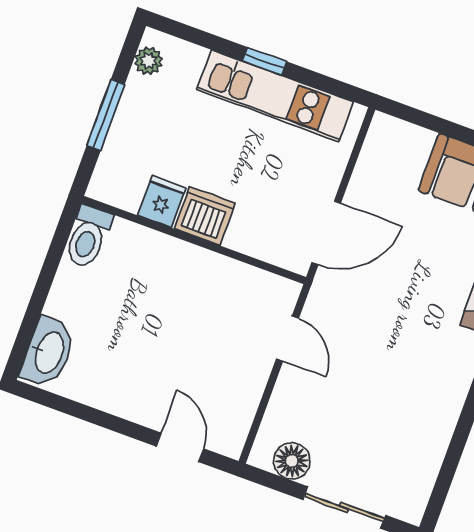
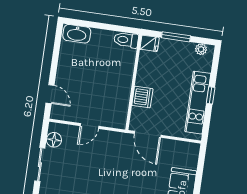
fridge: (162, 202) -> (150, 43), moved
dishwasher: (205, 216) -> (142, 97), moved
door: (288, 339) -> (89, 126), moved
door: (180, 447) -> (50, 94), hinge flipped

